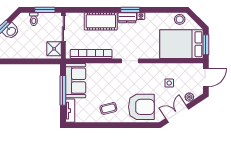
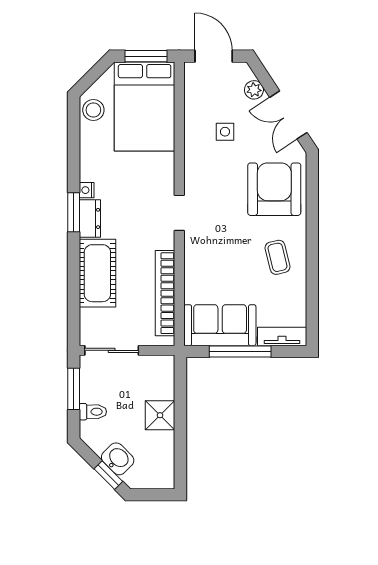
shower: (54, 49) -> (160, 415), moved

